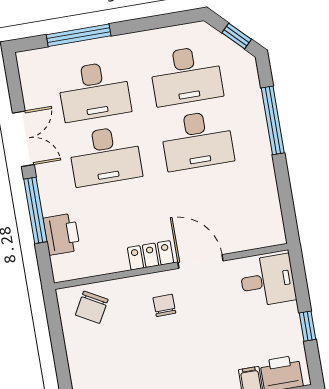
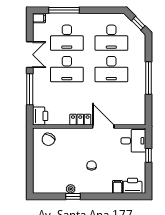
filing cabinet: (30, 60) -> (39, 18), added
window: (273, 120) -> (149, 78), moved
printer: (62, 234) -> (40, 116), moved
chair: (164, 305) -> (92, 165), moved
window: (307, 326) -> (149, 155), moved

